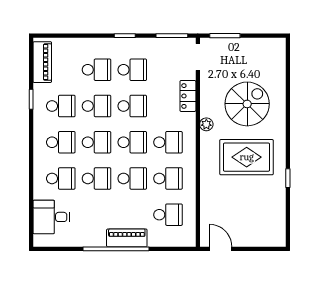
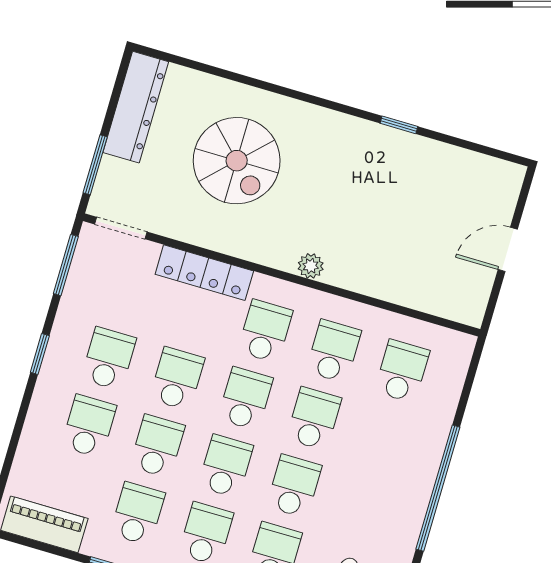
dresser: (259, 47) -> (136, 107), added
locker: (188, 96) -> (204, 273), width x1.53
spiral stairs: (247, 104) -> (237, 161), turned 180
plant: (206, 124) -> (311, 266), moved
rug: (247, 157) -> (337, 191), removed
piano: (127, 238) -> (423, 462), removed
door: (221, 249) -> (508, 249), moved

